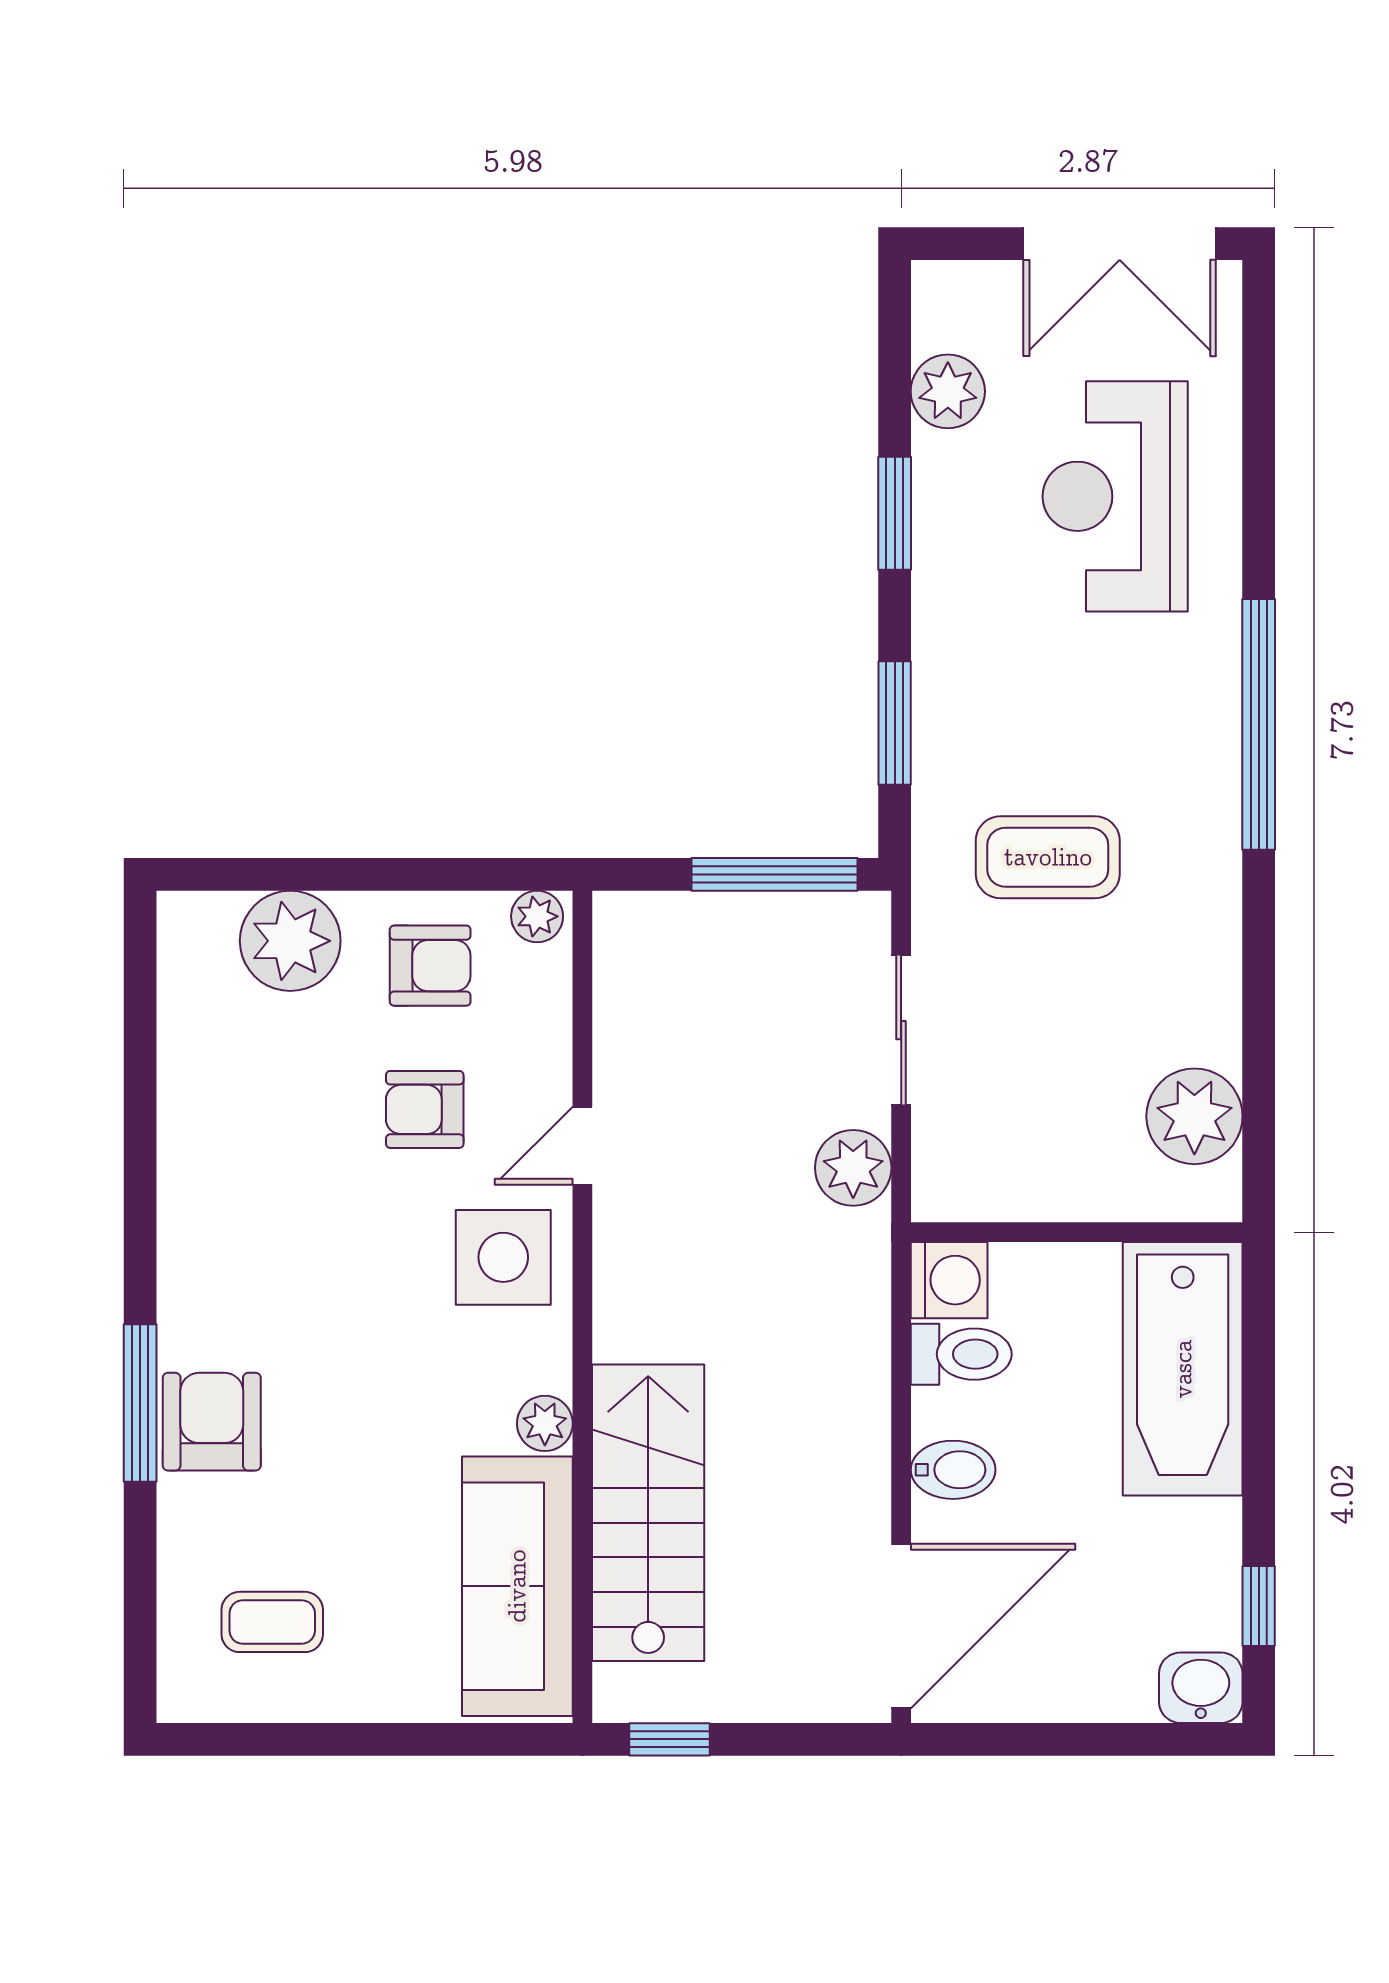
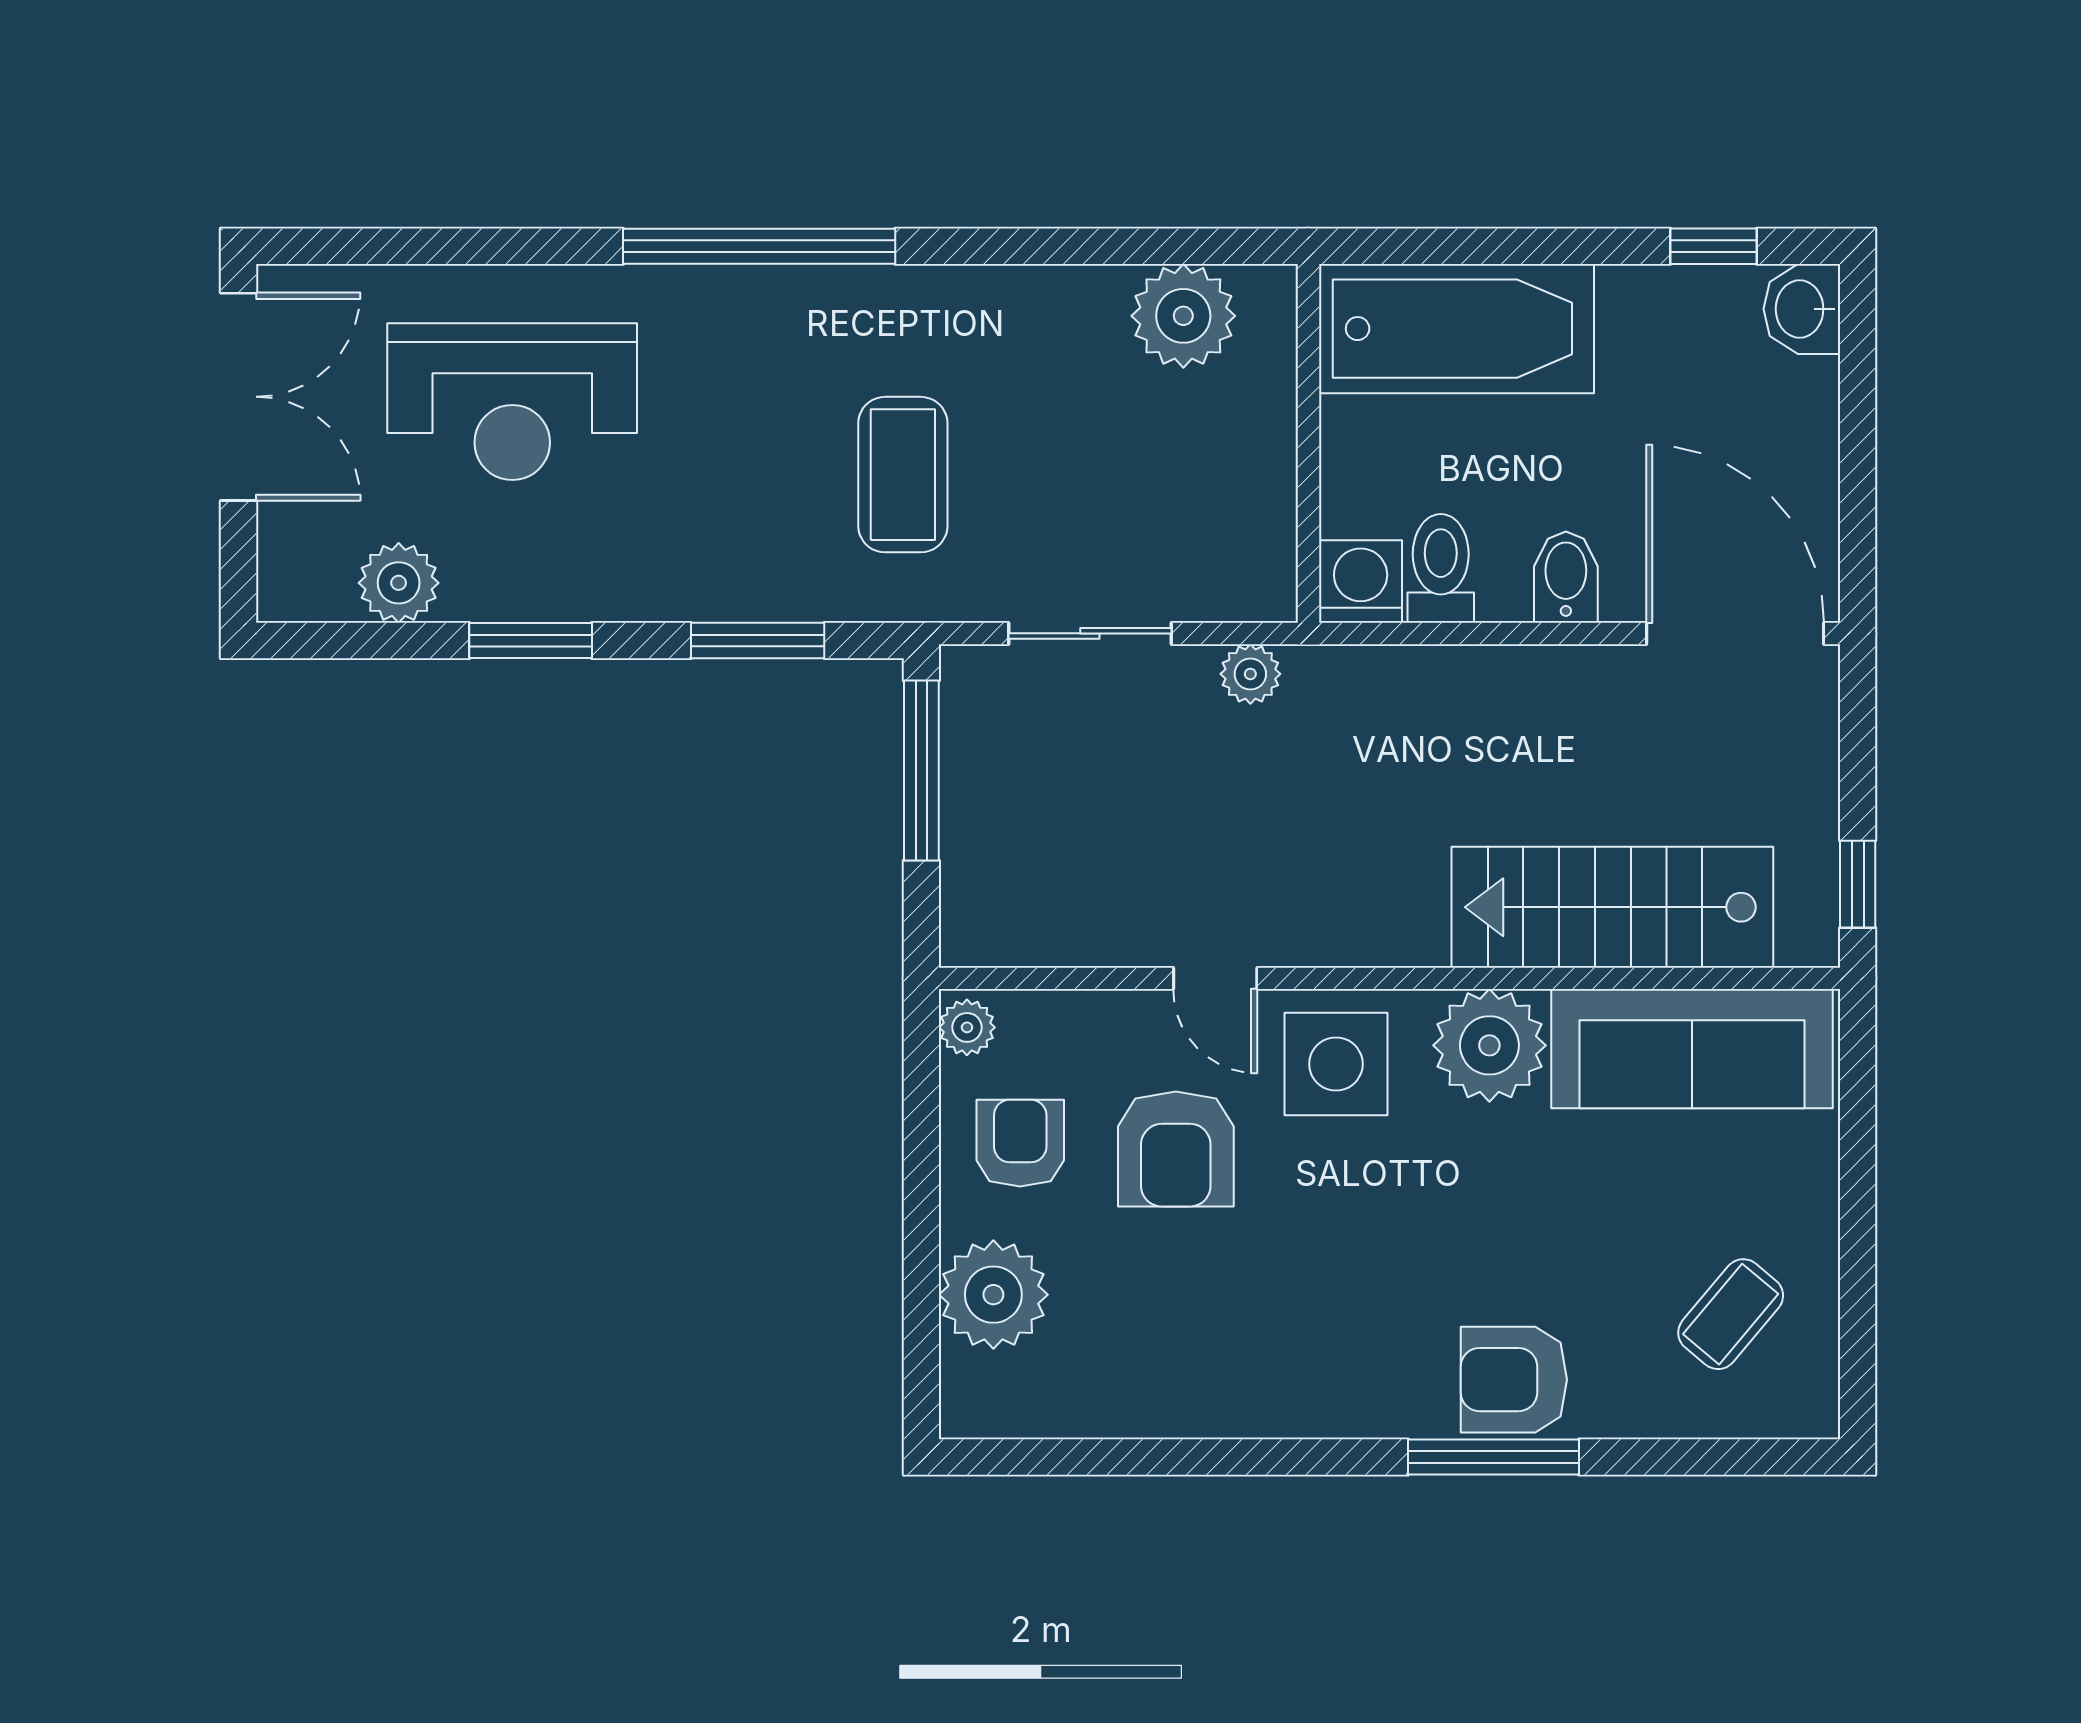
armchair: (425, 1109) -> (1176, 1149), width x1.38, depth x1.38
plant: (853, 1168) -> (1250, 674), width x0.73, depth x0.73
plant: (545, 1423) -> (1489, 1045), width x1.88, depth x1.88
coffee table: (272, 1622) -> (1731, 1314), turned 40

